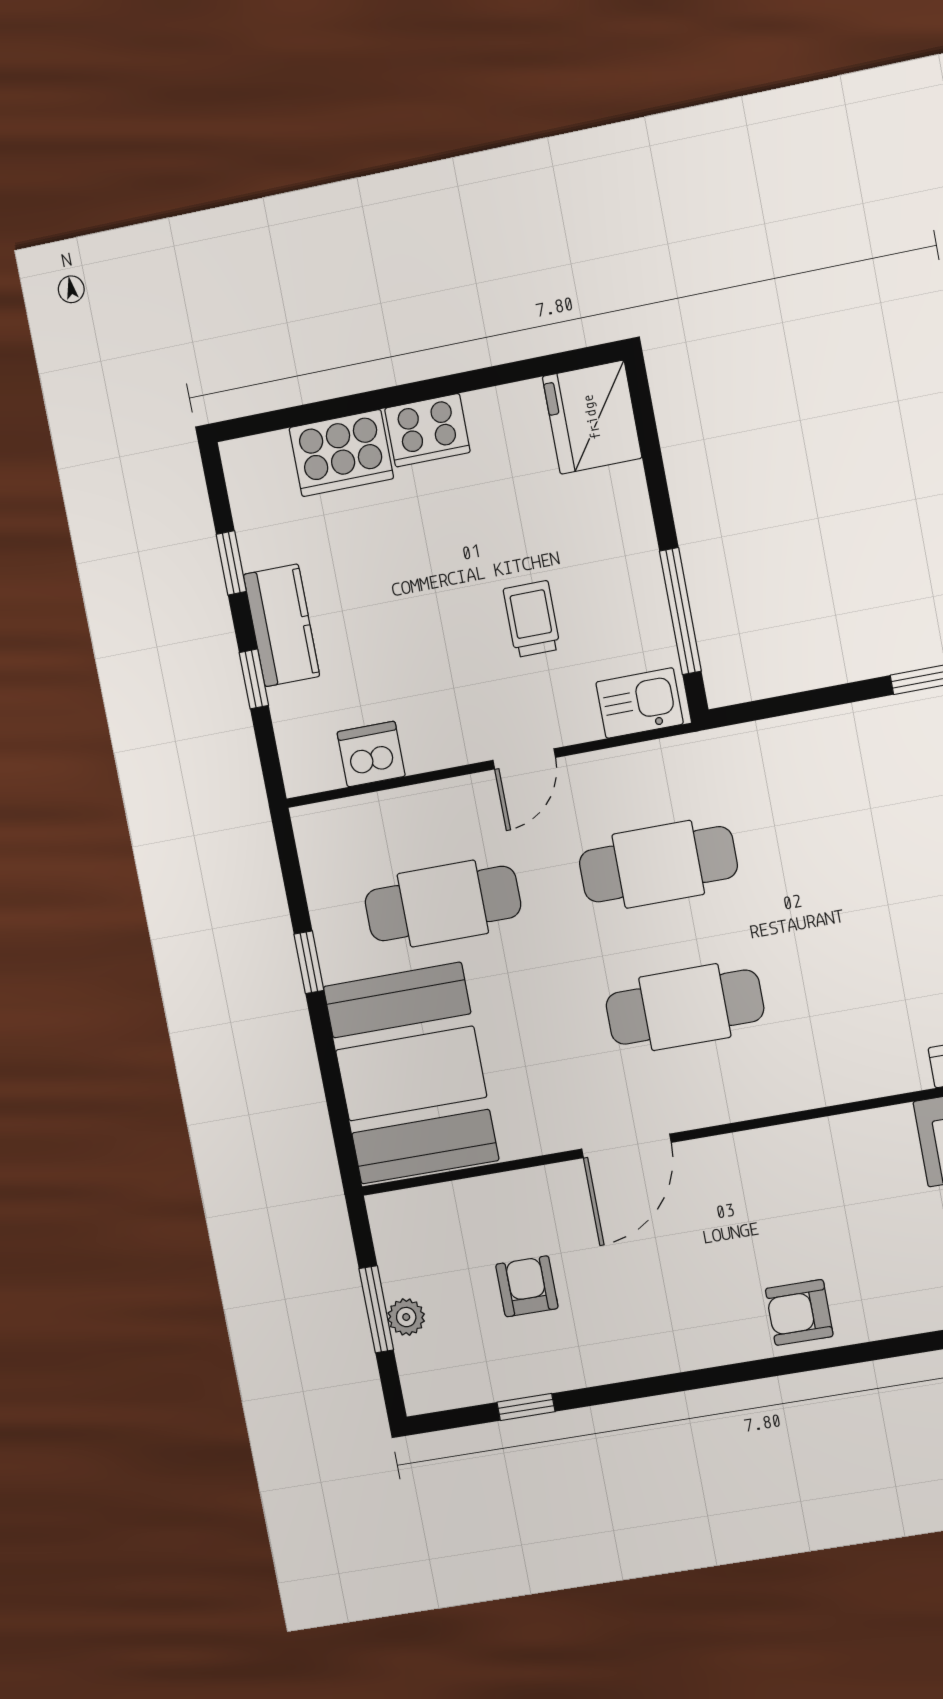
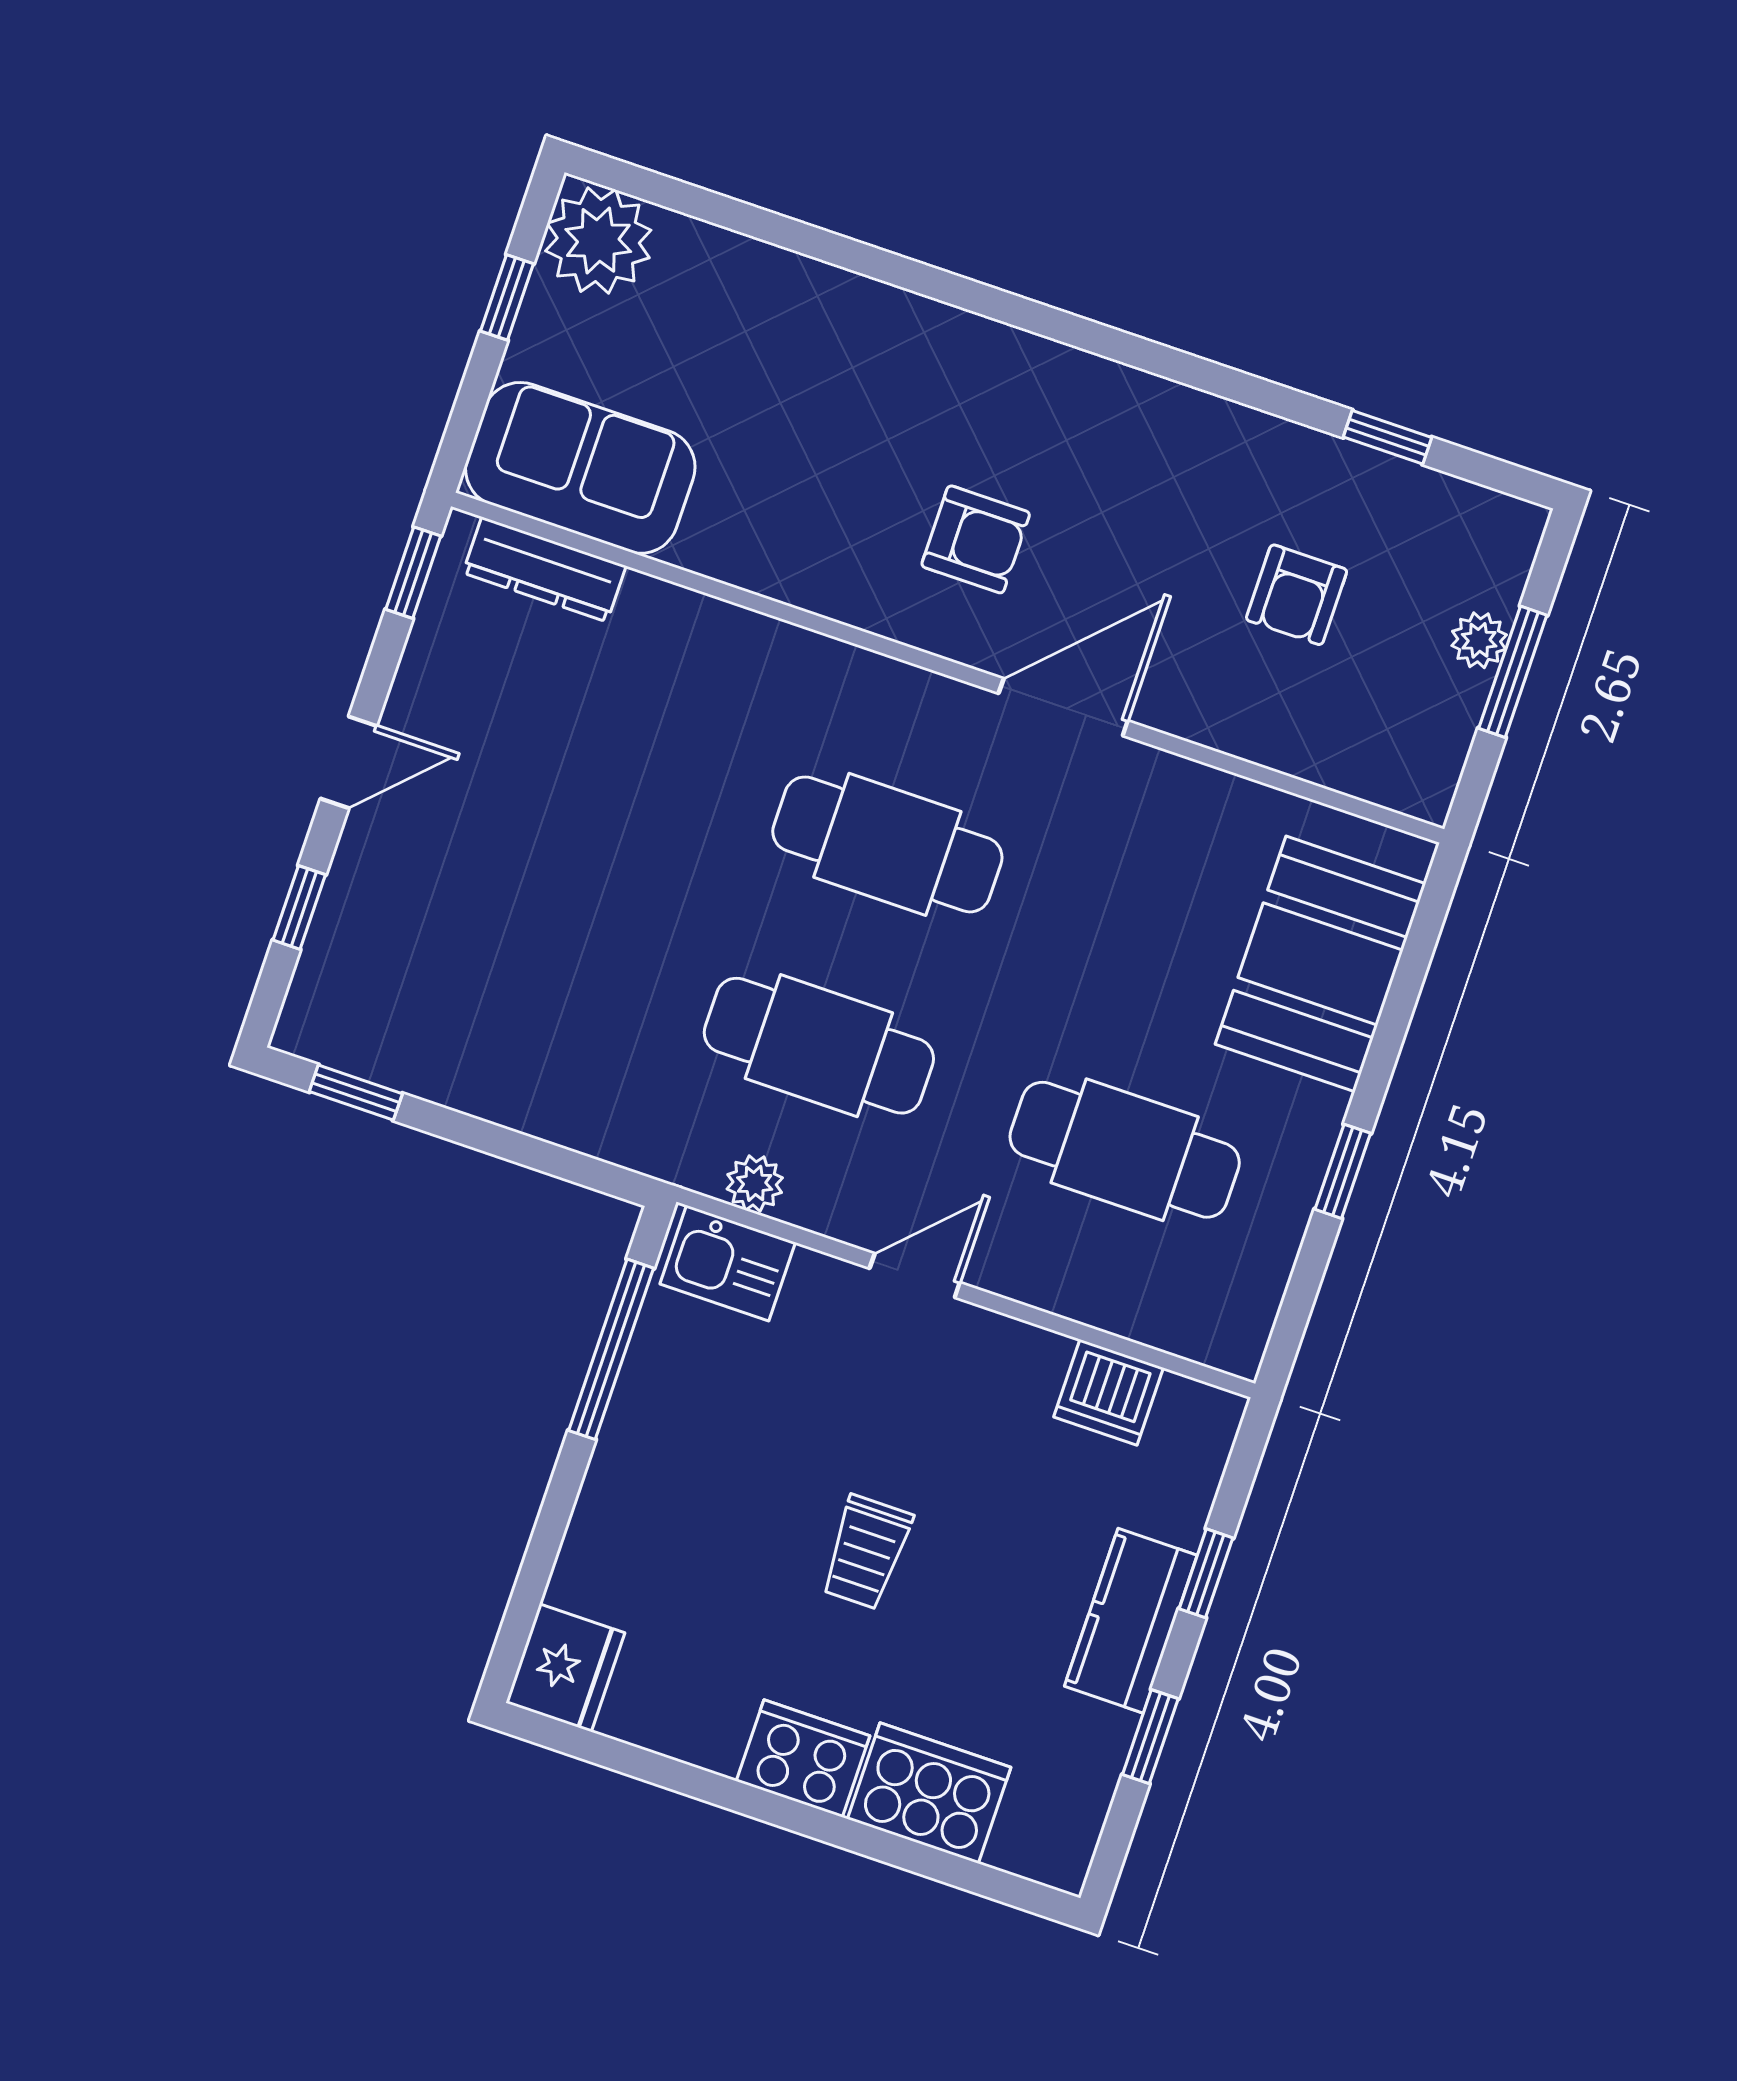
fridge: (592, 417) -> (565, 1668), width x0.73, depth x0.75
trolley: (532, 619) -> (866, 1552), moved
plant: (650, 760) -> (755, 1183), added
booth: (411, 1074) -> (1320, 964), width x0.73, depth x0.70
armchair: (799, 1312) -> (976, 539), moved

